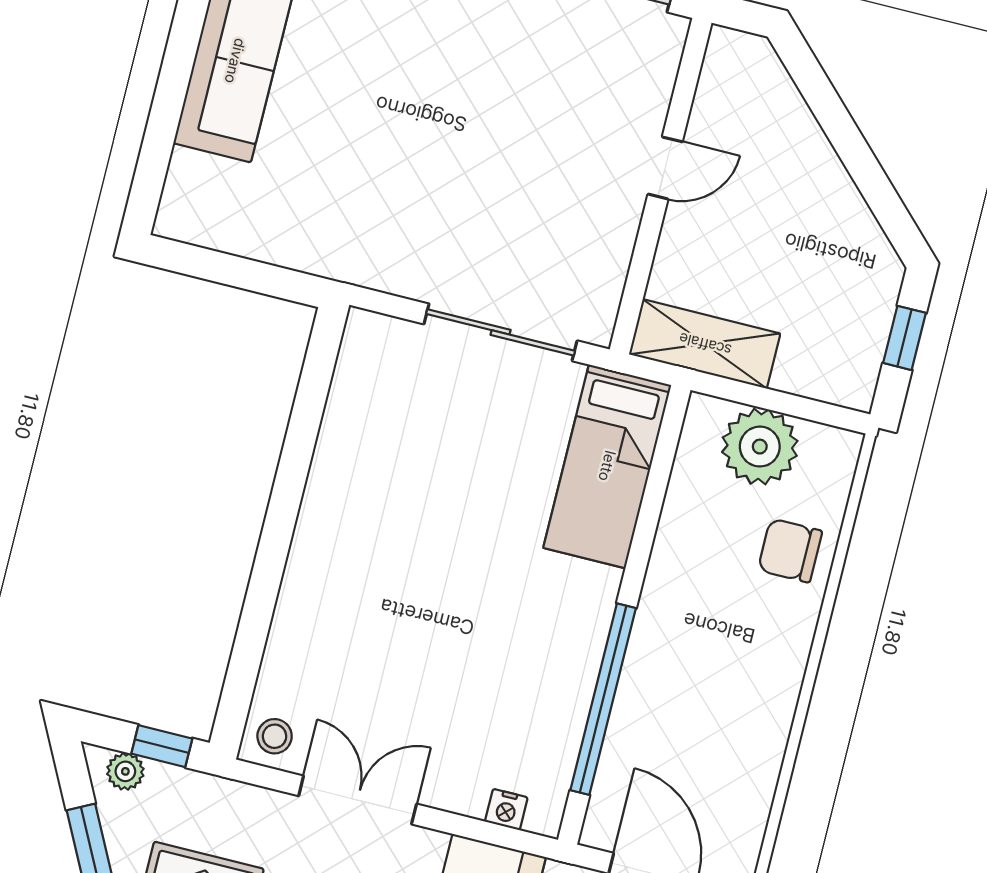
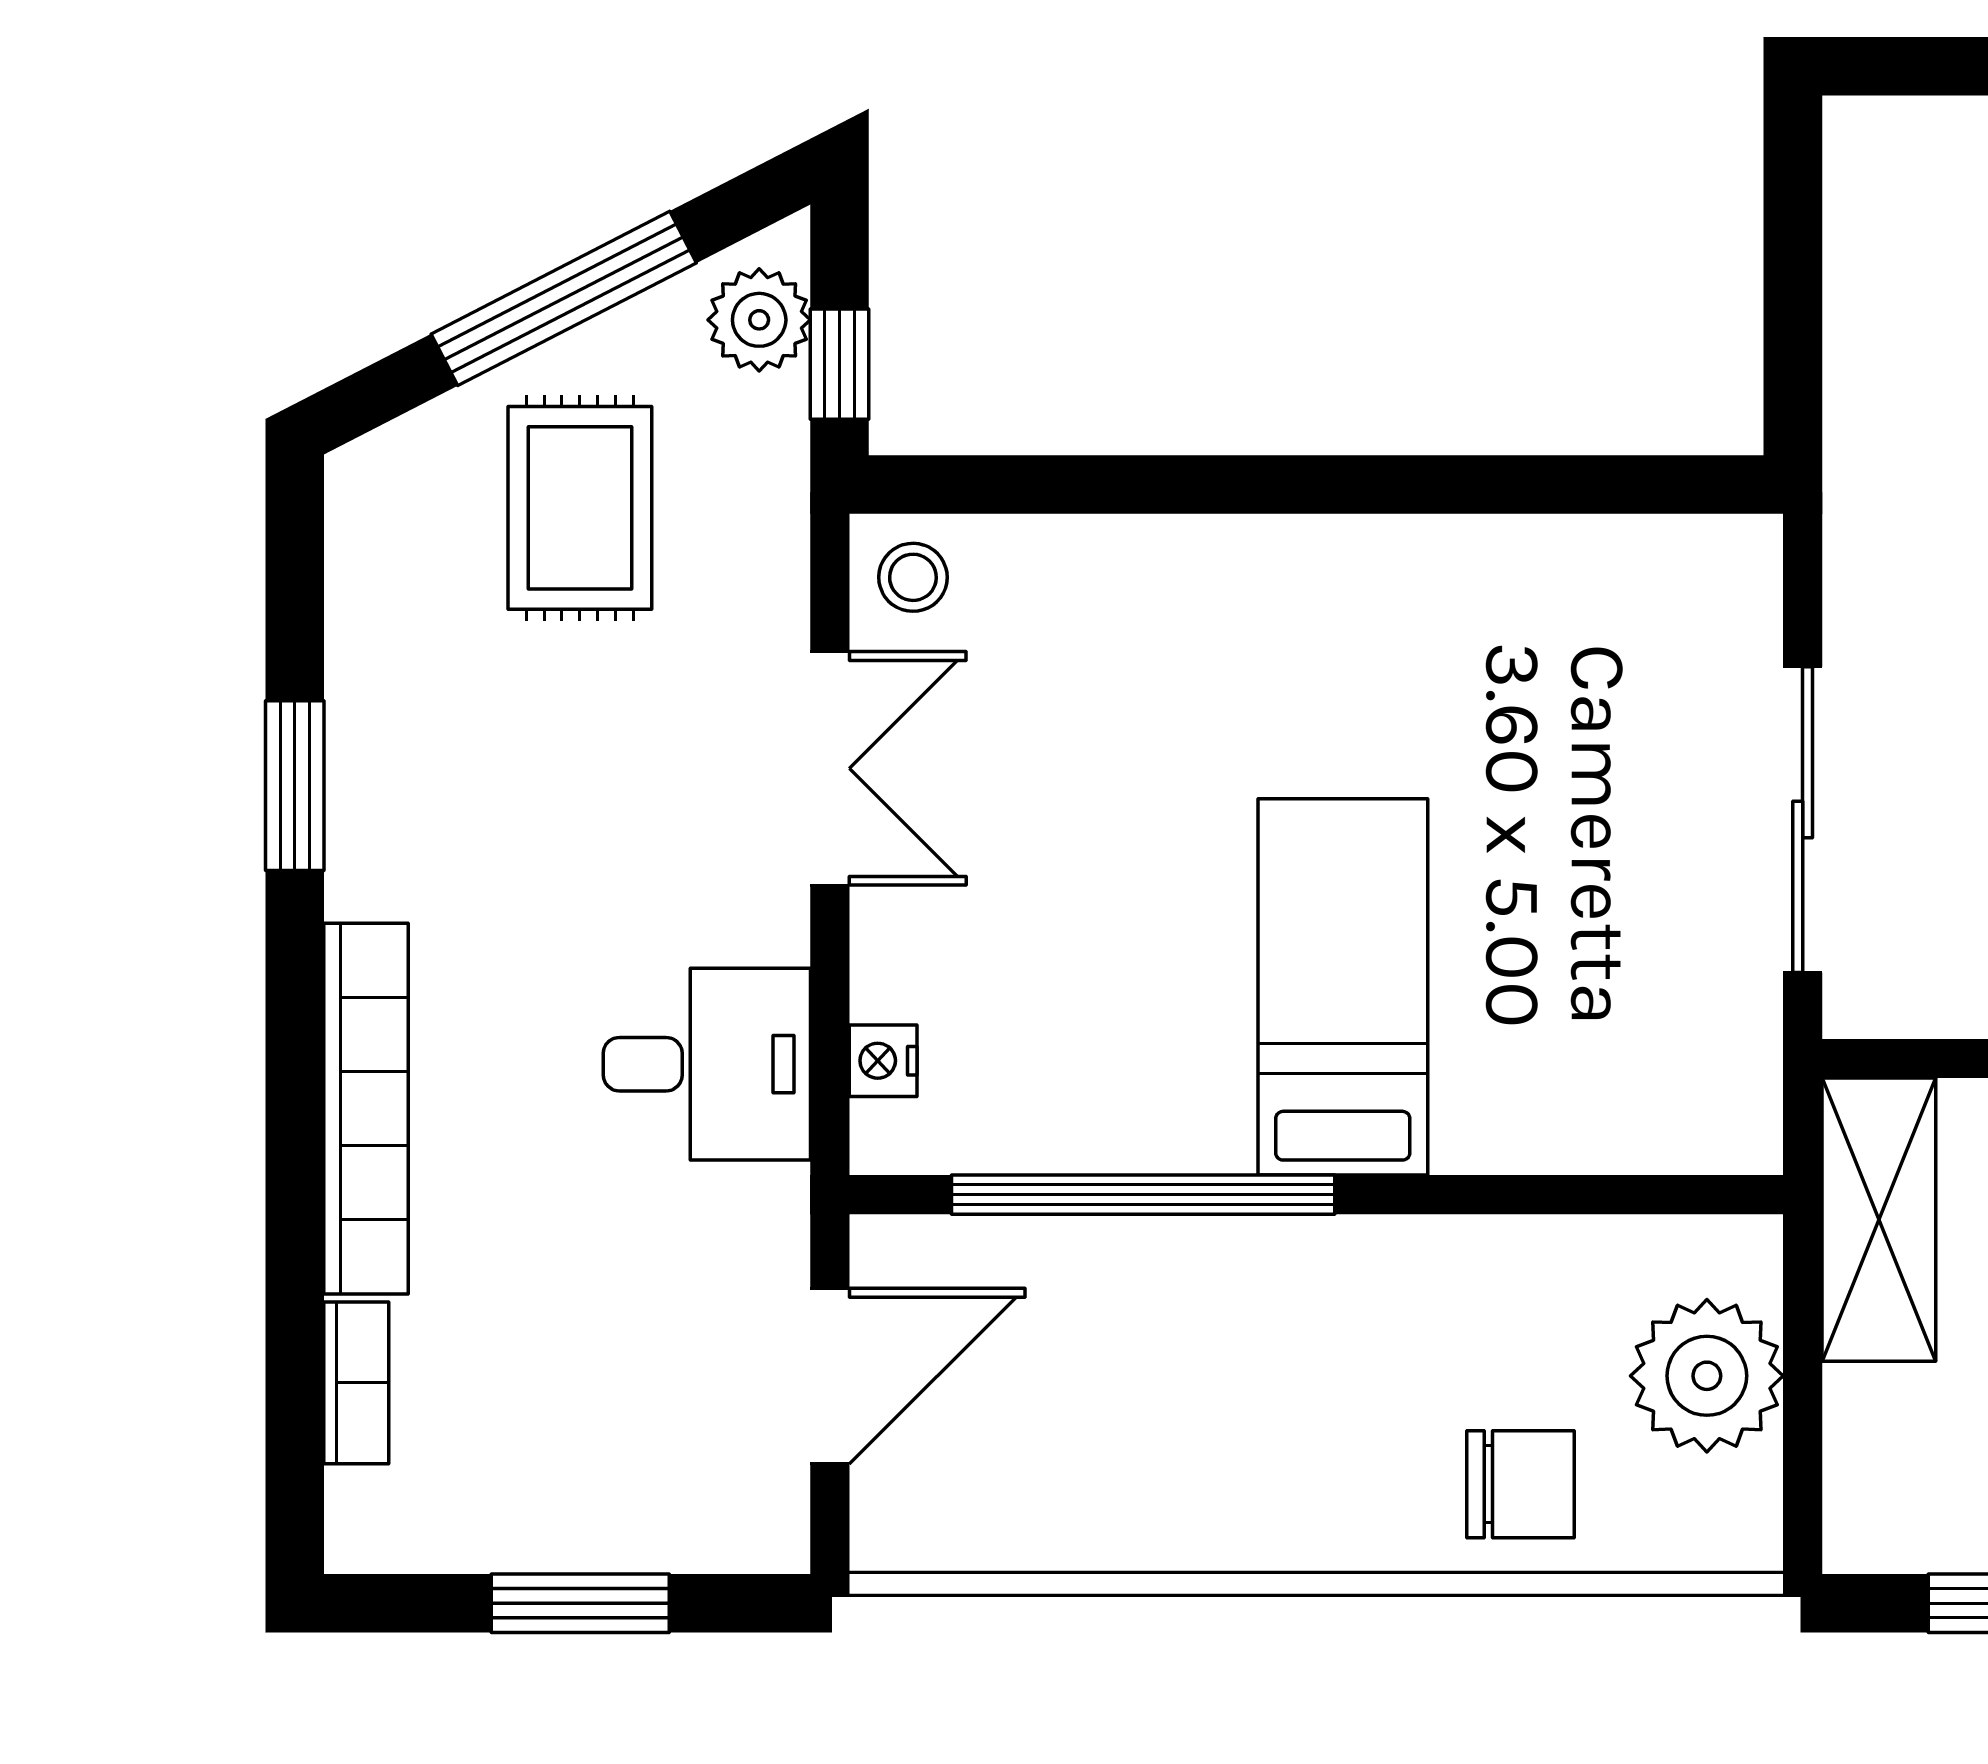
bed: (607, 466) -> (1343, 987), moved, turned 90
chair: (790, 550) -> (1521, 1484), turned 90
plant: (125, 771) -> (759, 320), width x1.38, depth x1.38

